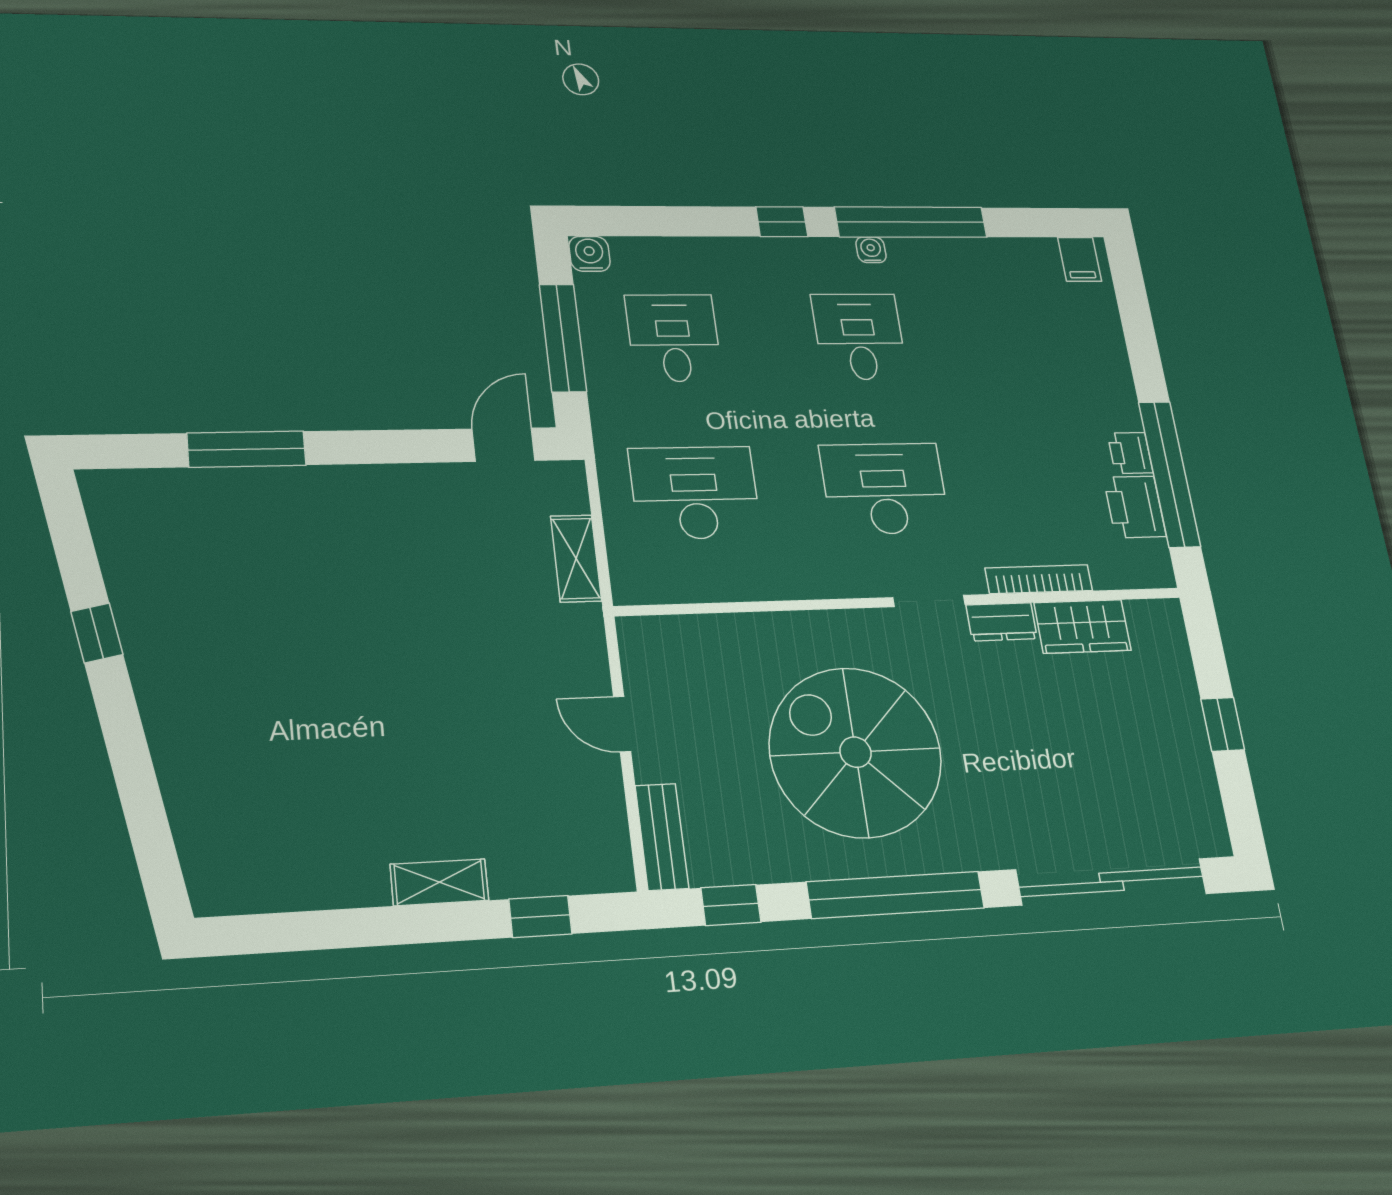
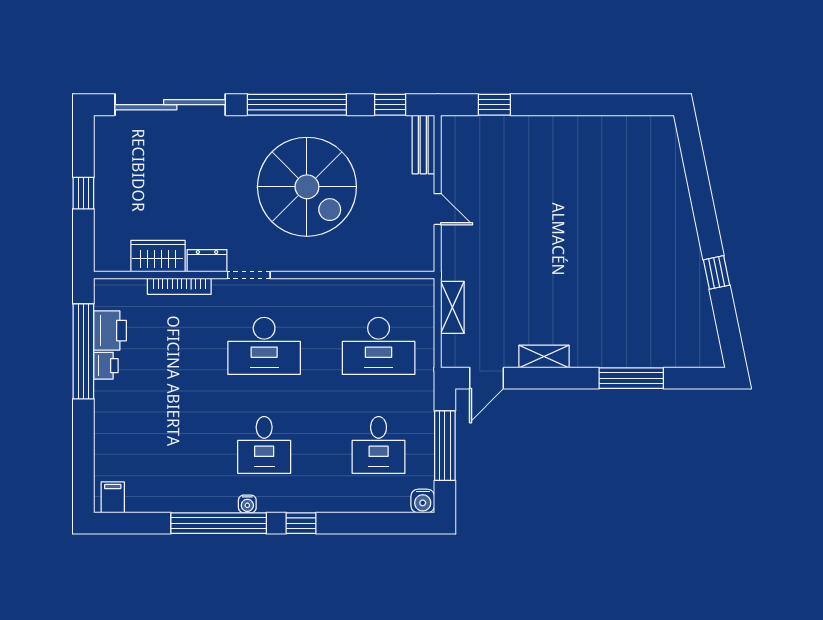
shelving: (439, 882) -> (544, 356), moved

